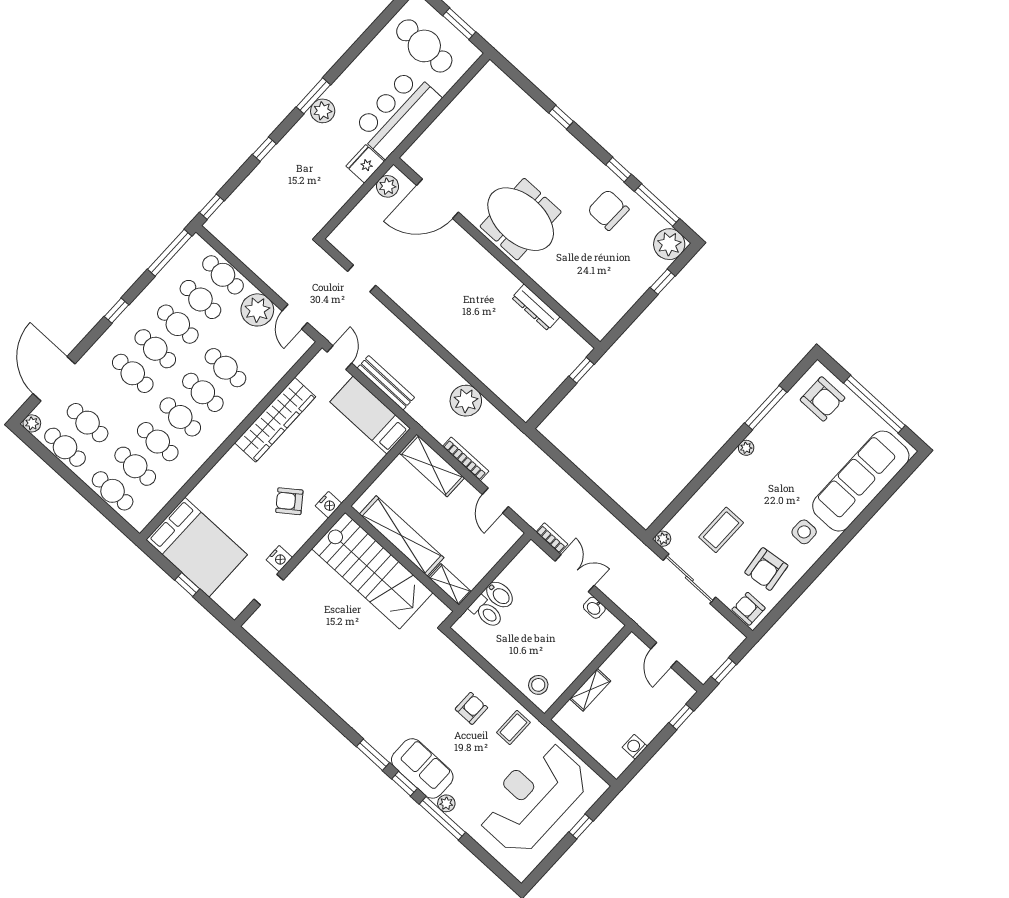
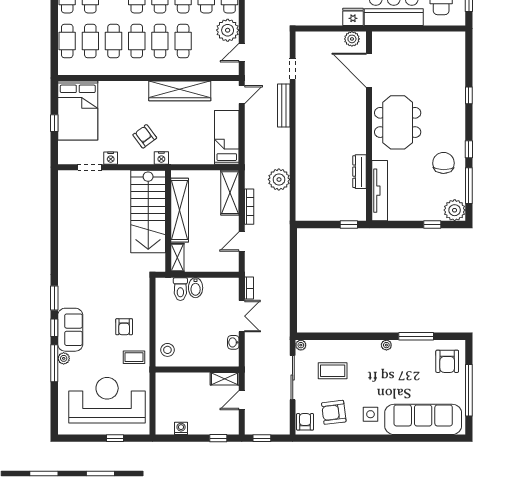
tv unit: (576, 305) -> (380, 191), added
bench: (386, 383) -> (284, 105), moved
shelving: (590, 690) -> (225, 379), moved
armchair: (471, 708) -> (124, 327), turned 90

